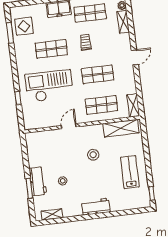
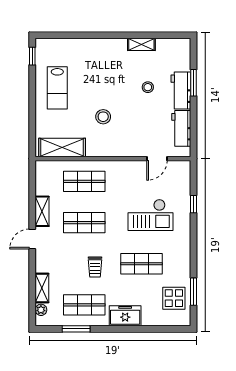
checkout: (49, 86) -> (150, 215), width x0.73, depth x0.83
shelving: (133, 105) -> (42, 211), moved
door: (69, 126) -> (157, 159), moved
workbench: (96, 207) -> (181, 128), moved, turned 90
shelving: (52, 214) -> (141, 44), moved

